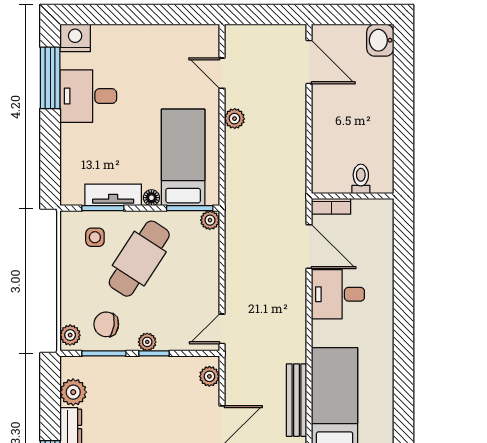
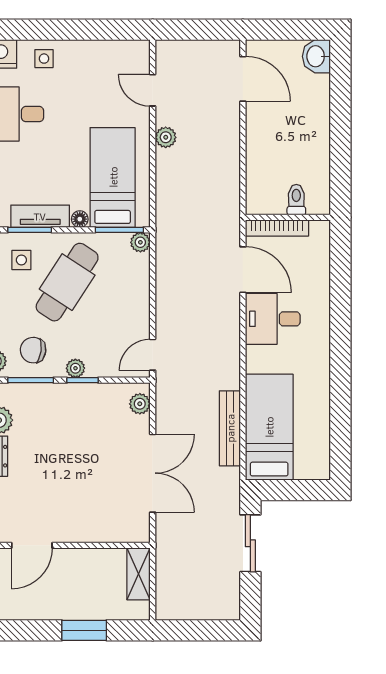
side table: (117, 42) -> (44, 59), added
bookcase: (331, 206) -> (277, 228), width x1.56

